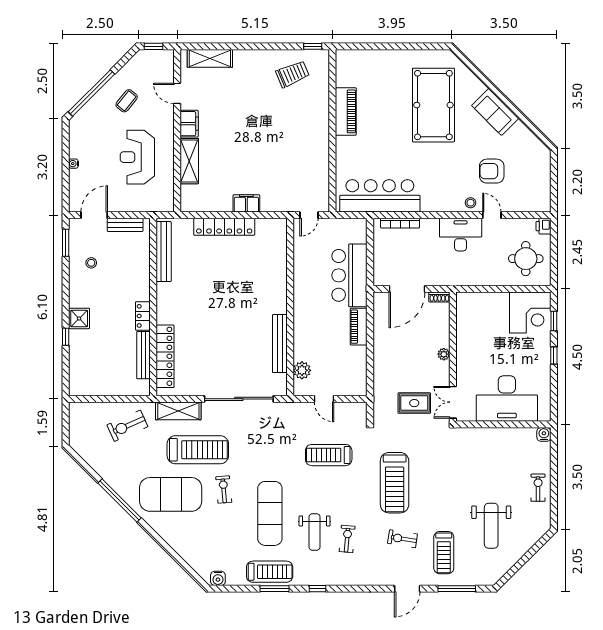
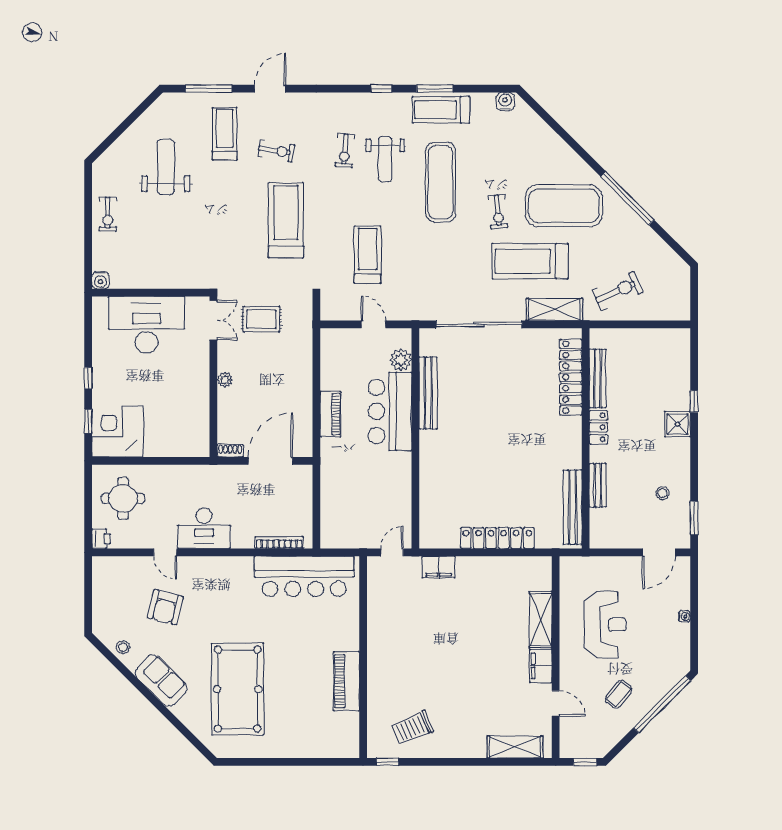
armchair: (492, 171) -> (165, 607), turned 104
filing cabinet: (246, 203) -> (439, 567), moved
stool: (471, 203) -> (123, 647), moved
bench: (125, 225) -> (598, 485), moved, turned 90
bar counter: (349, 275) -> (390, 411), moved, turned 180
treadmill: (329, 455) -> (368, 255), turned -90
weight bench: (315, 532) -> (385, 159), turned 180

